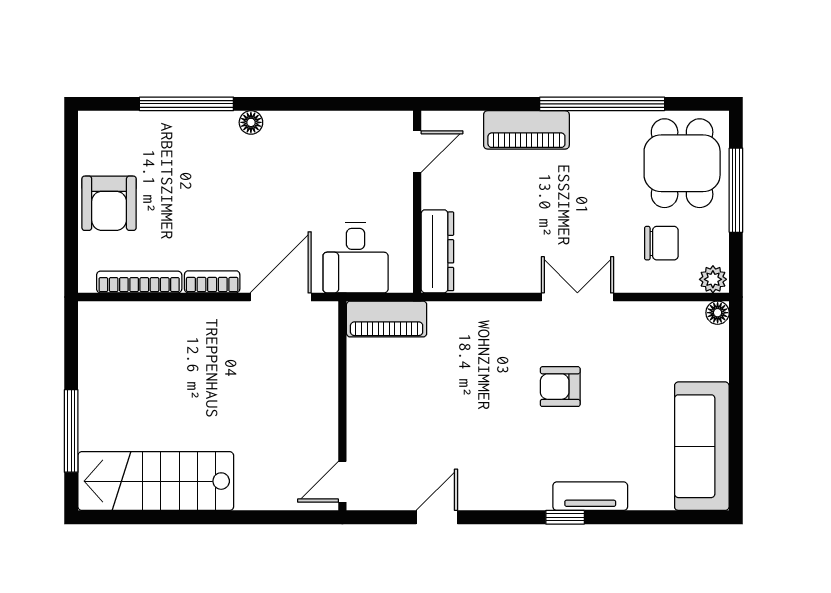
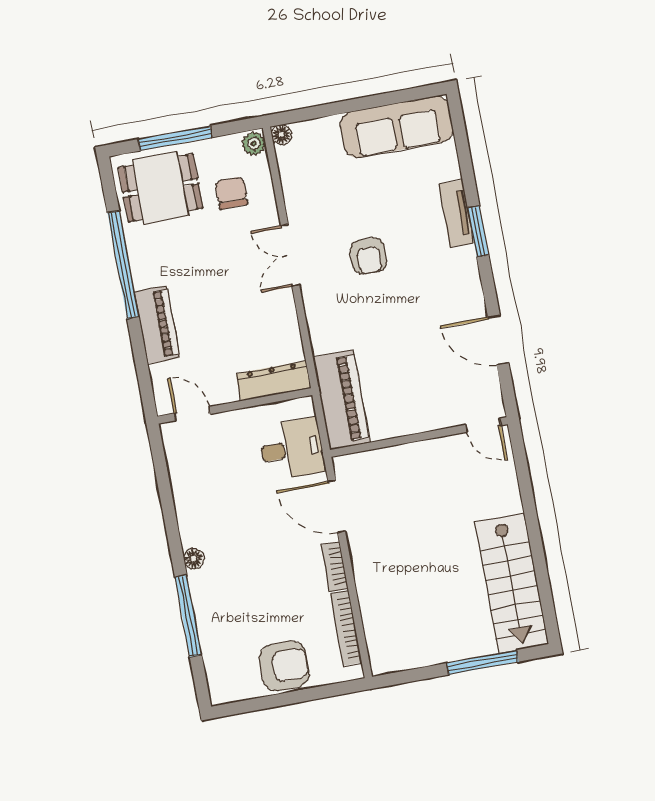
piano: (387, 319) -> (341, 400), width x1.37, depth x1.33
door: (437, 517) -> (498, 340), width x1.38
window: (565, 517) -> (478, 231), width x1.50

